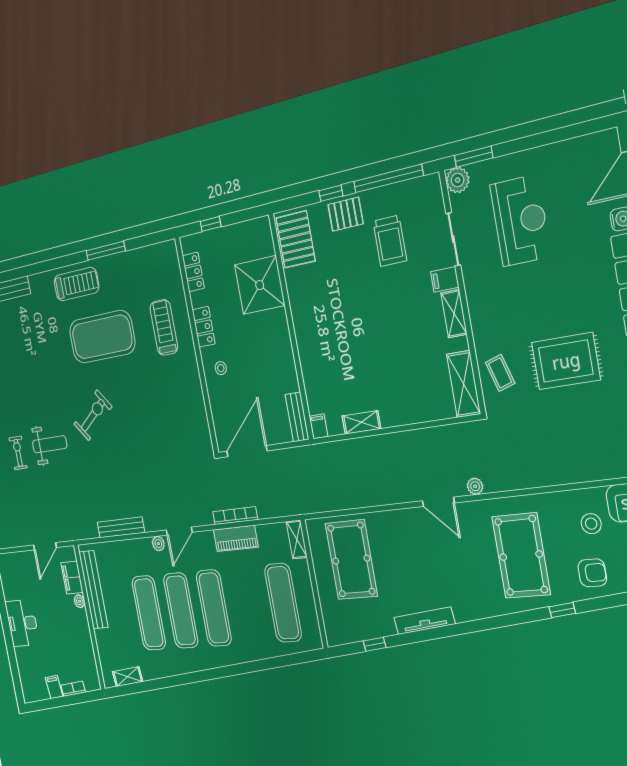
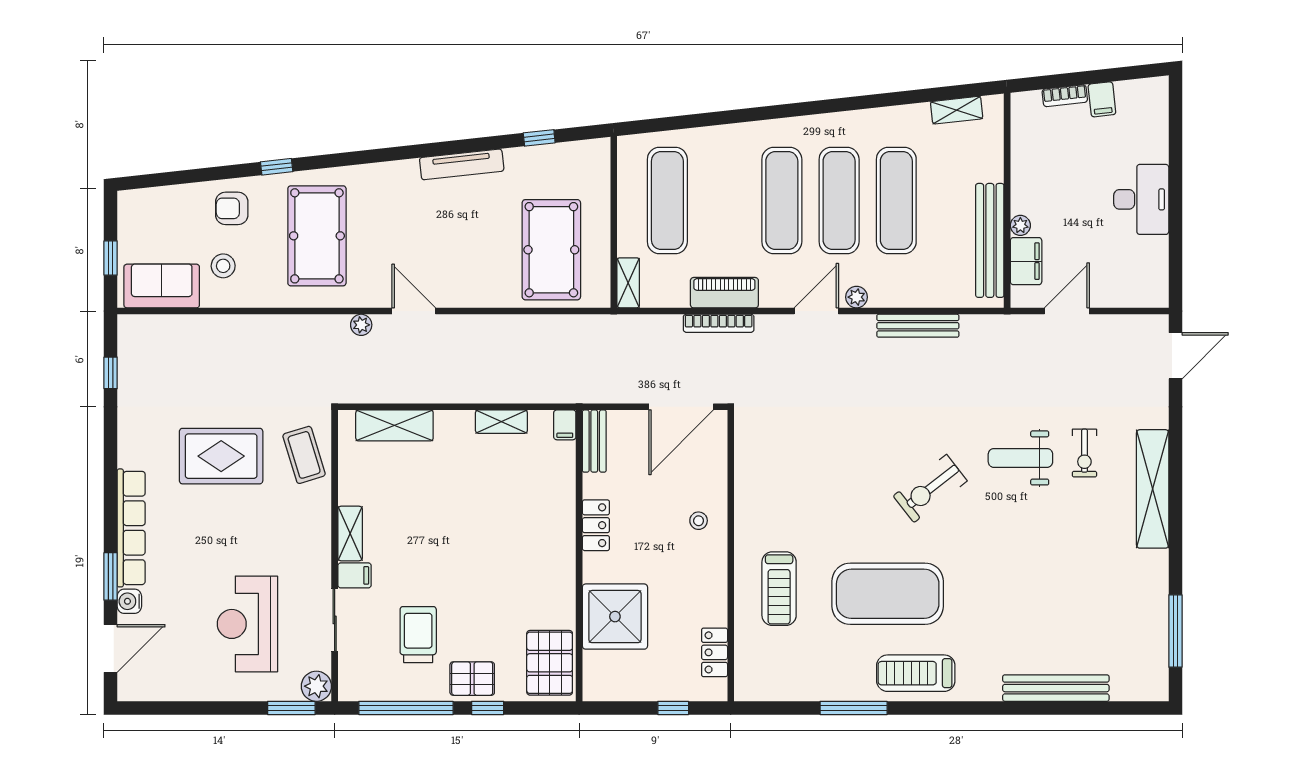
locker: (204, 327) -> (596, 525), moved, turned 180
coffee table: (500, 373) -> (304, 455), width x1.36, depth x1.30
shelving: (464, 384) -> (394, 425), moved, turned 90

